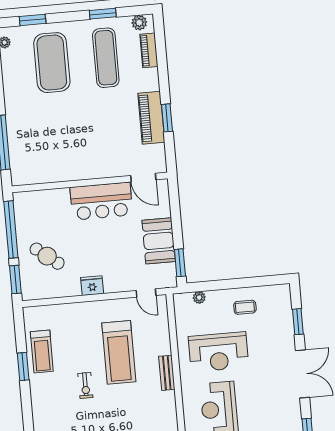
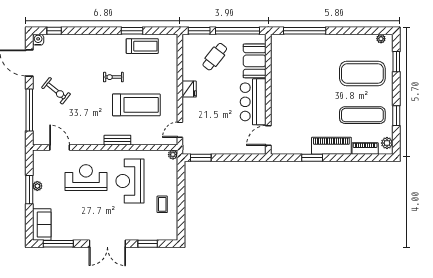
piano: (151, 118) -> (331, 146), moved
booth: (159, 241) -> (255, 61), moved, turned 90
plant: (199, 297) -> (173, 155), moved
treadmill: (42, 351) -> (142, 46), turned 180
treadmill: (119, 352) -> (136, 105), turned 180

